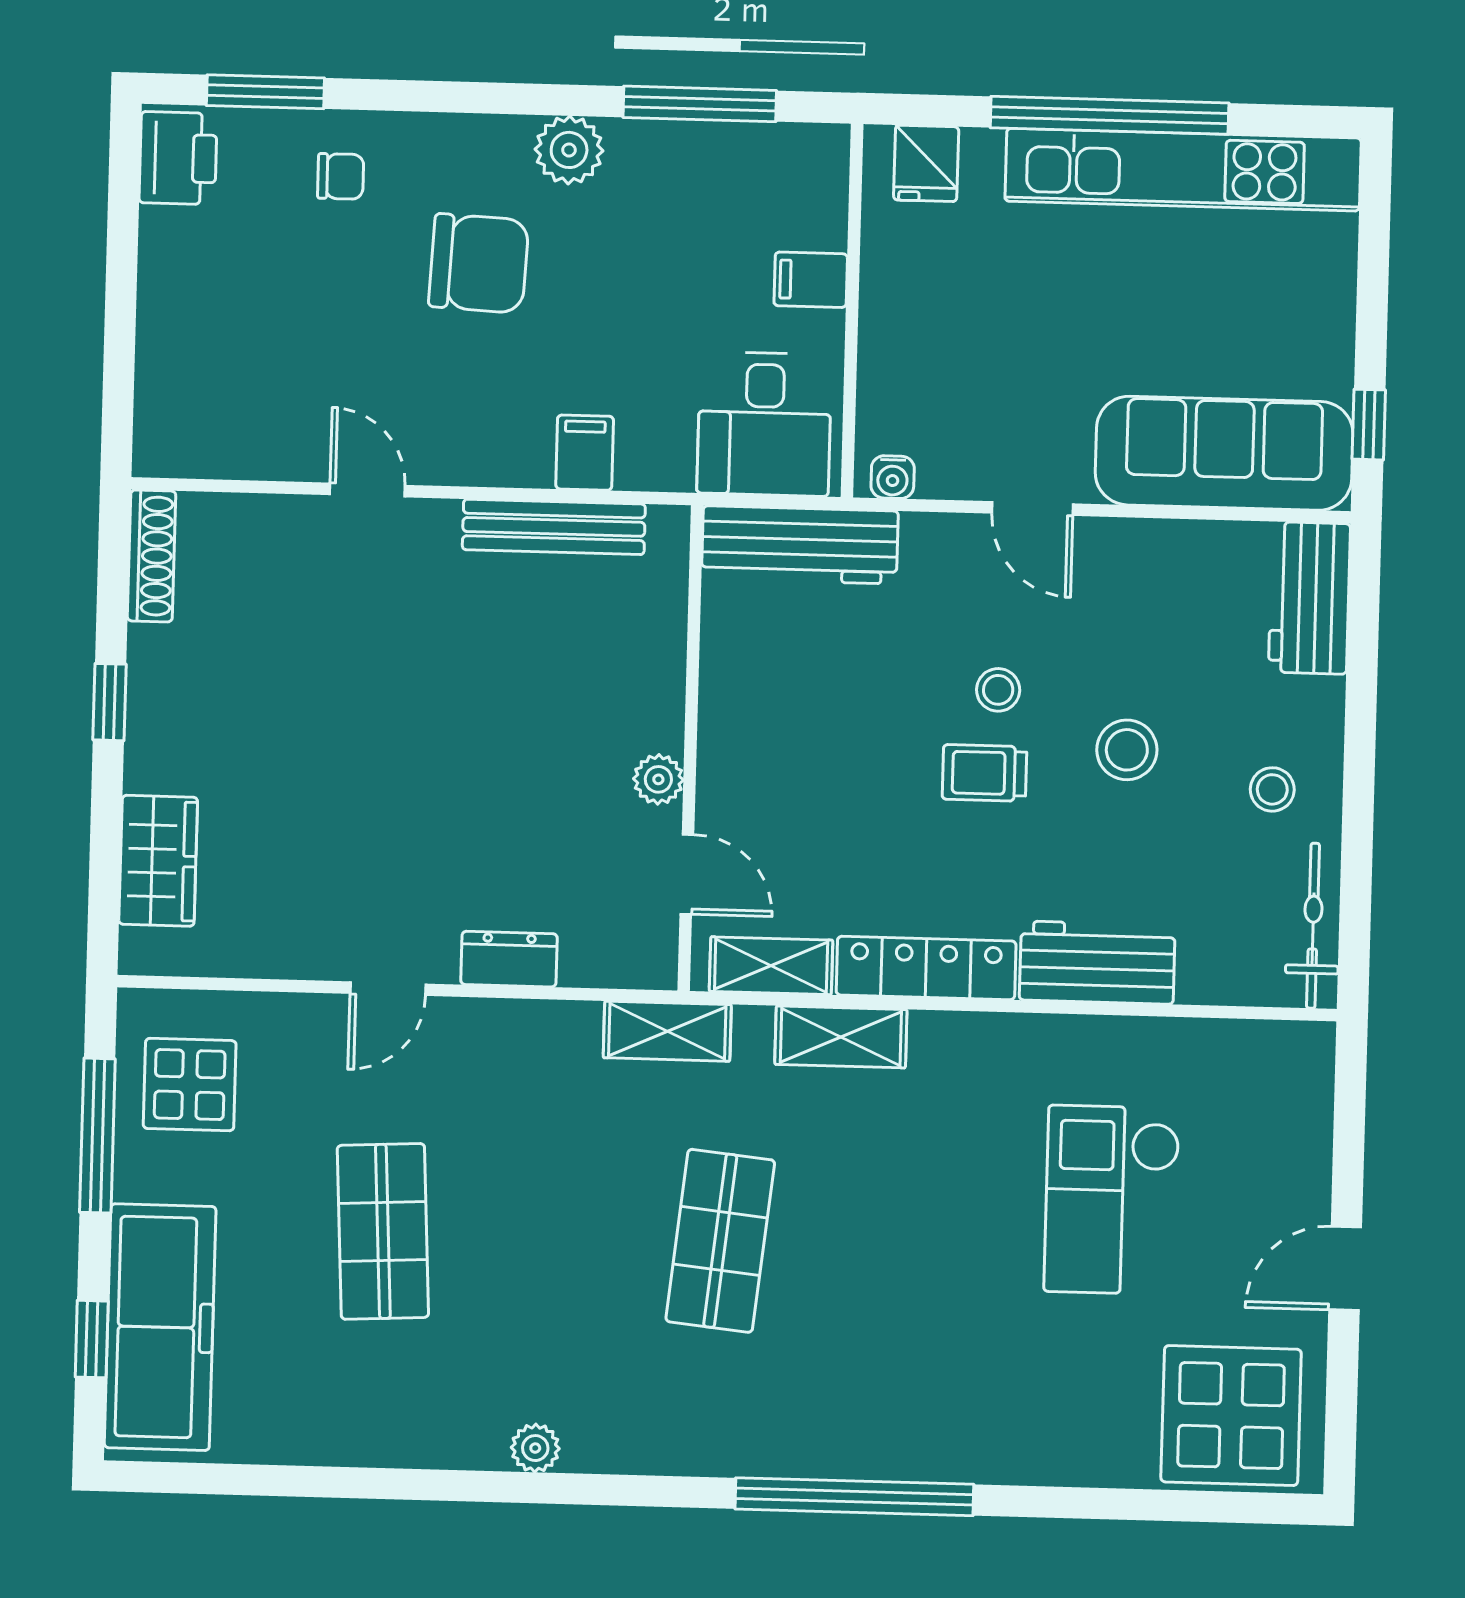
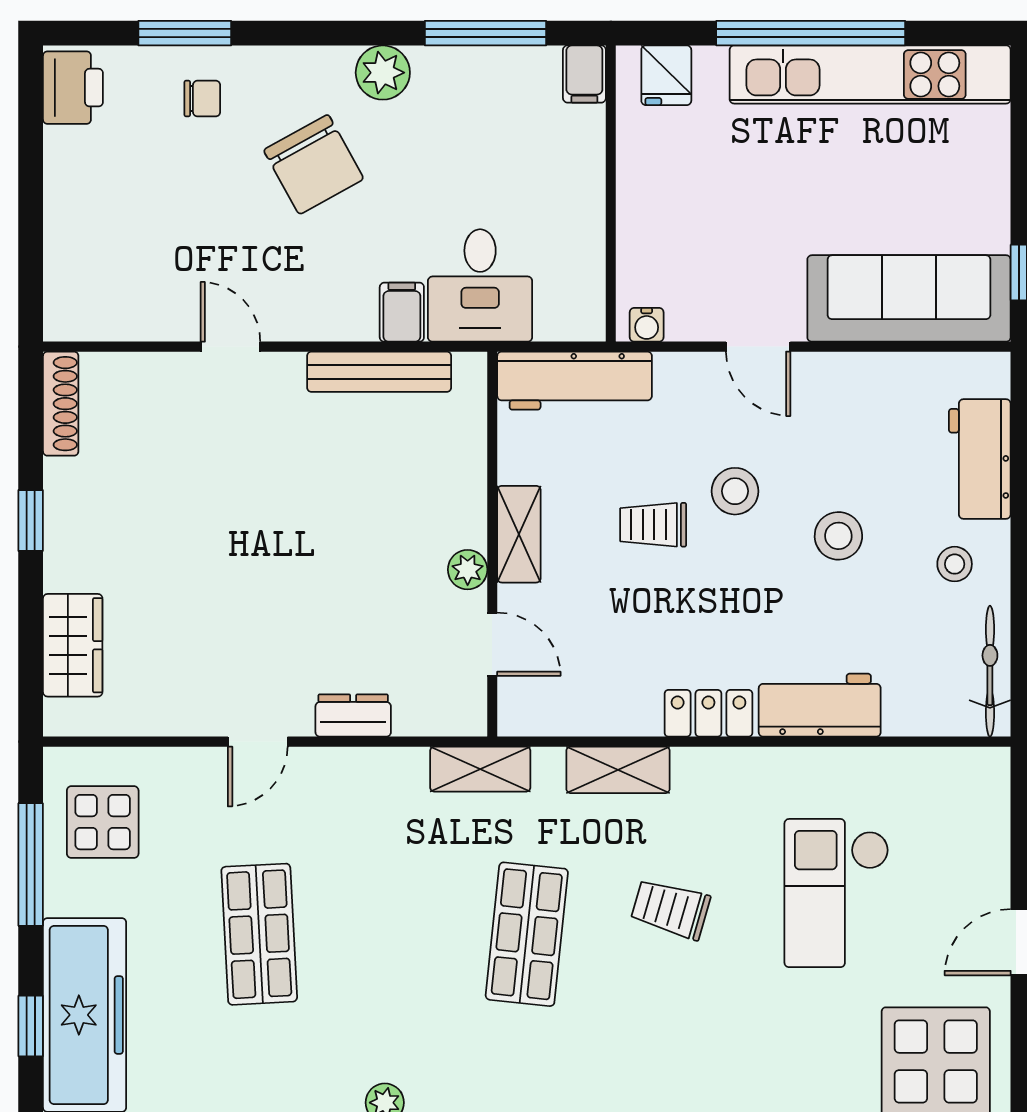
window: (265, 92) -> (185, 33), moved
chair: (479, 263) -> (314, 164), turned 58
filing cabinet: (811, 280) -> (584, 74), moved, turned -90
desk: (764, 424) -> (480, 285), moved
workbench: (1309, 598) -> (980, 459), moved
stool: (998, 690) -> (735, 491), width x1.37, depth x1.37
trolley: (985, 773) -> (653, 525), moved
shelving: (771, 966) -> (519, 534), moved, turned 90
locker: (926, 968) -> (708, 713), width x0.66
trolley: (902, 1214) -> (671, 909), added

